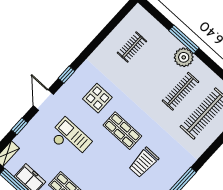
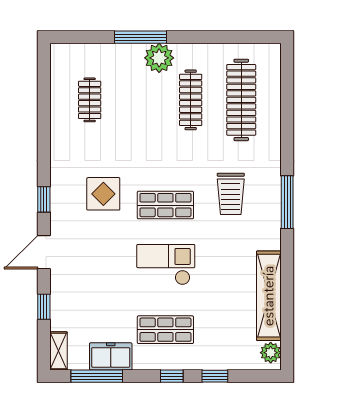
door: (43, 100) -> (44, 252), hinge flipped
checkout: (70, 139) -> (166, 265), moved
trolley: (144, 163) -> (231, 194), moved

